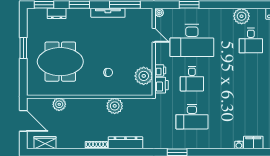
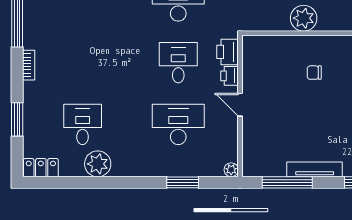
door: (154, 35) -> (240, 105), moved
desk: (192, 41) -> (178, 124), width x0.73, depth x0.77
plant: (144, 76) -> (256, 67), removed

